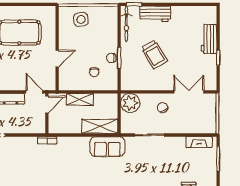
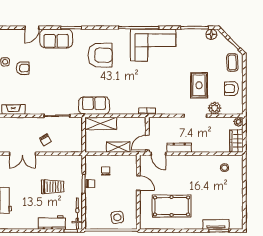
trolley: (154, 54) -> (53, 187), turned 121
door: (57, 59) -> (138, 183), swing flipped
plant: (130, 103) -> (74, 144), removed

